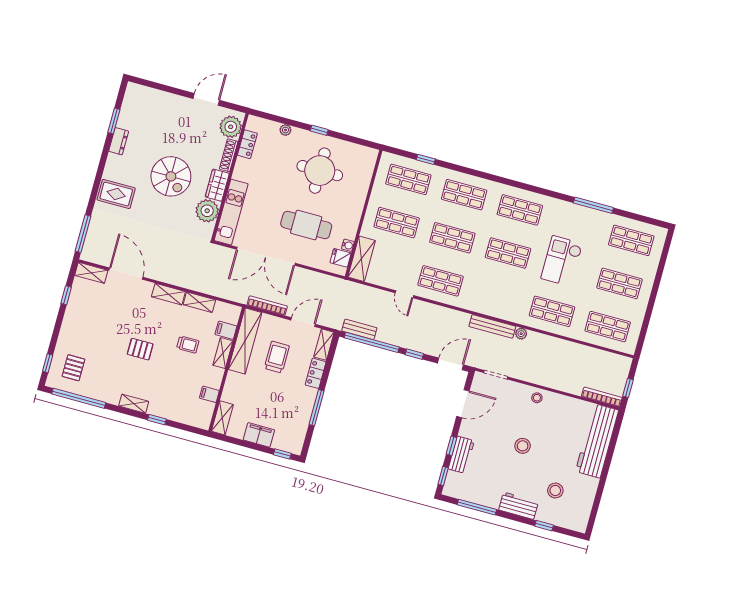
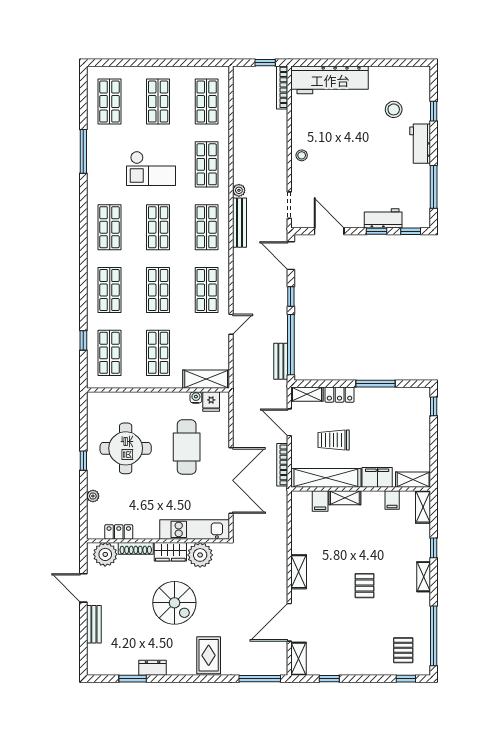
bench: (172, 100) -> (94, 624), added
spiral stairs: (171, 176) -> (174, 603), turned 90
shop shelf: (496, 296) -> (207, 227), added
shelving: (199, 302) -> (423, 507), moved
trolley: (188, 345) -> (346, 537), removed
pallet: (73, 368) -> (403, 650), turned 90
filing cabinet: (259, 435) -> (377, 477), moved, turned 90
stool: (523, 446) -> (356, 157), removed

